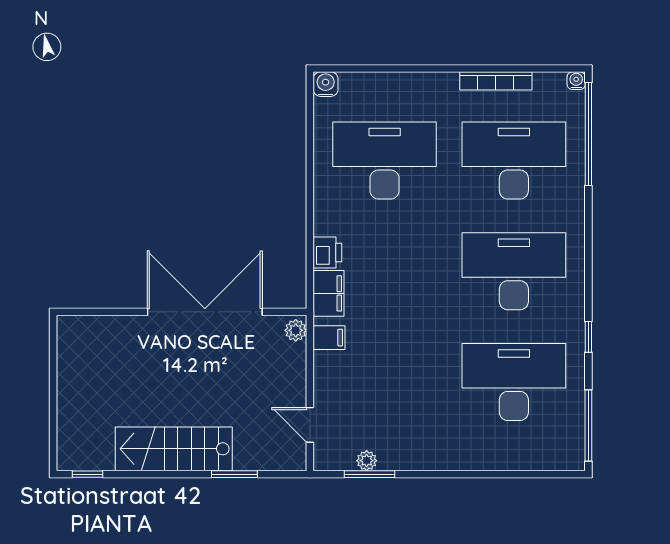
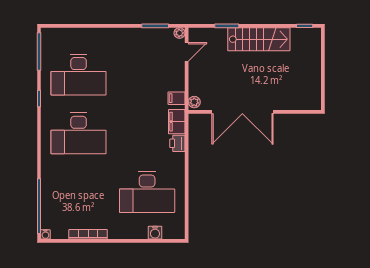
water cooler: (326, 84) -> (155, 233), moved
desk: (514, 161) -> (79, 192), removed
door: (310, 425) -> (187, 52), hinge flipped
plant: (367, 461) -> (180, 33), moved

